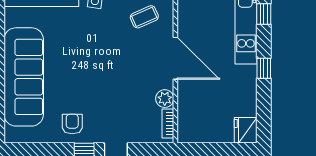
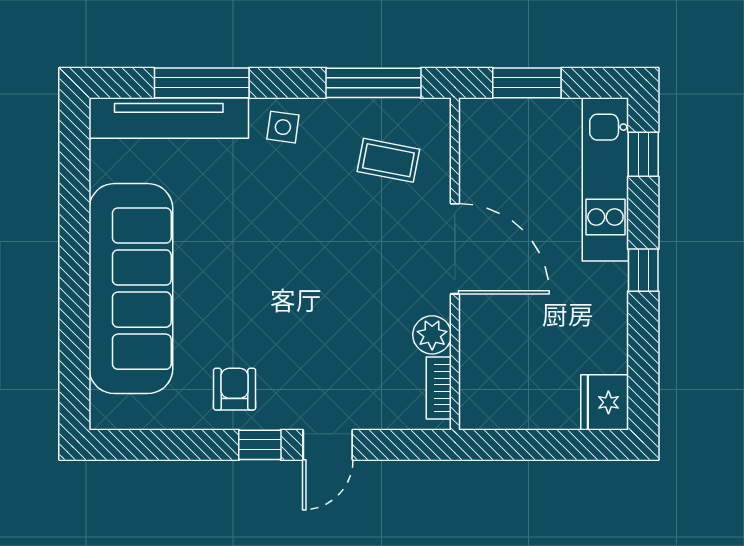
coffee table: (144, 17) -> (388, 160), turned 35

